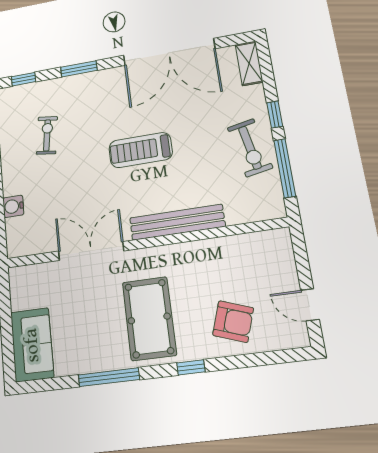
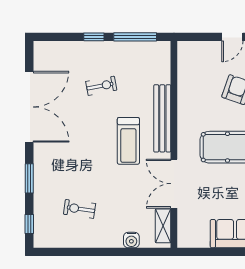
shelving: (249, 63) -> (163, 226), moved, turned 90
exercise bike: (250, 148) -> (101, 86), moved, width x0.73, depth x0.72
treadmill: (141, 150) -> (128, 141), moved

